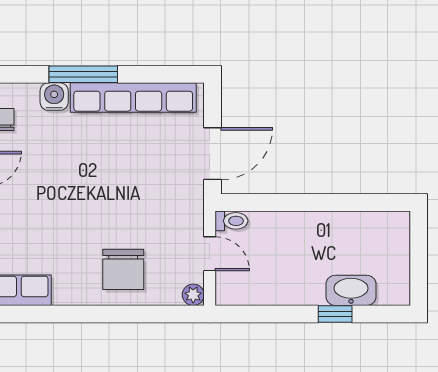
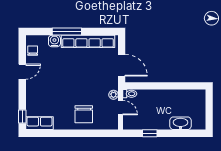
door: (212, 154) -> (122, 65), hinge flipped
plant: (193, 295) -> (113, 95), moved
window: (335, 314) -> (150, 133), moved

